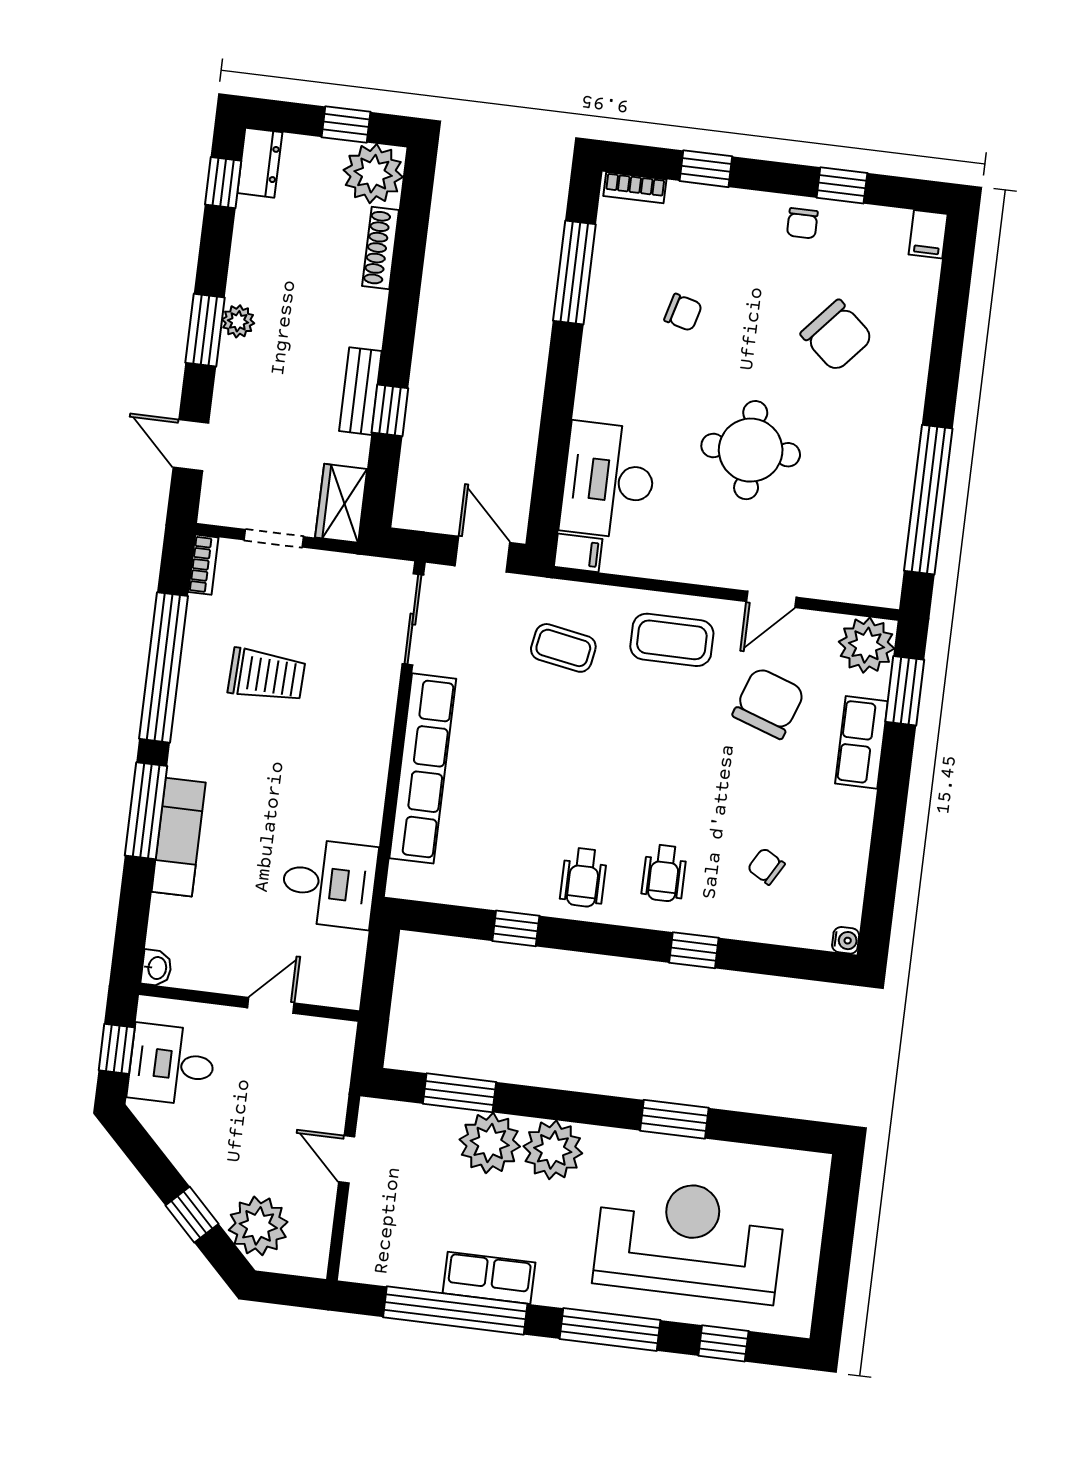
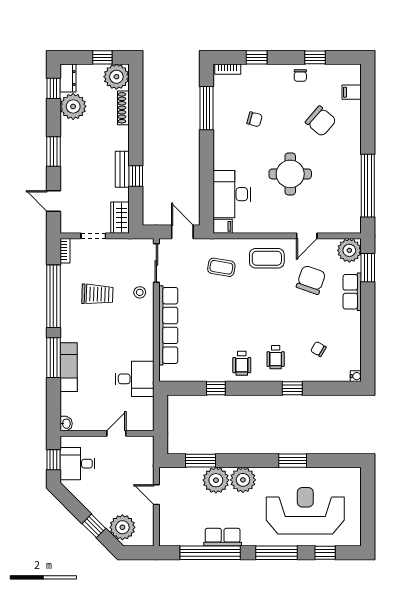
filing cabinet: (928, 234) -> (352, 92), moved, turned 90
plant: (238, 321) -> (73, 106), moved, width x1.87, depth x1.87
stool: (366, 683) -> (140, 292), added

